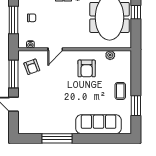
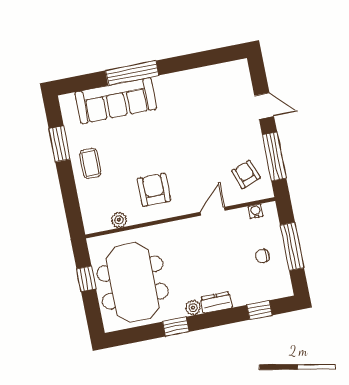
window: (136, 12) -> (86, 279), moved
window: (57, 138) -> (132, 73), moved

